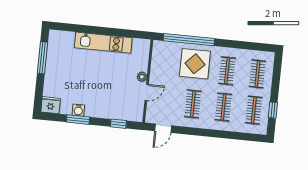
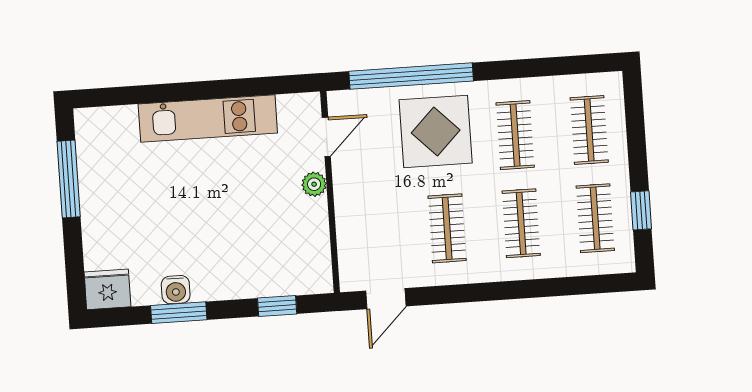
door: (147, 92) -> (326, 137), moved

